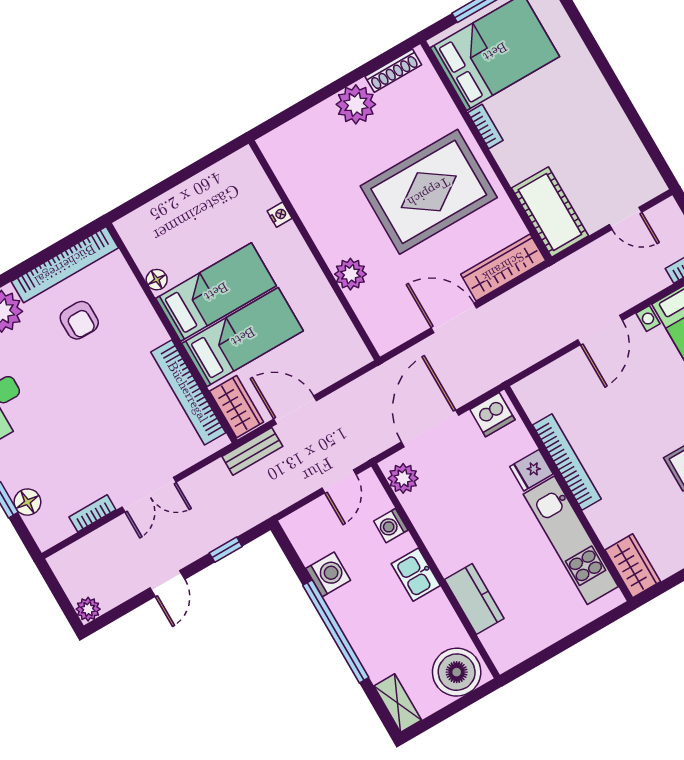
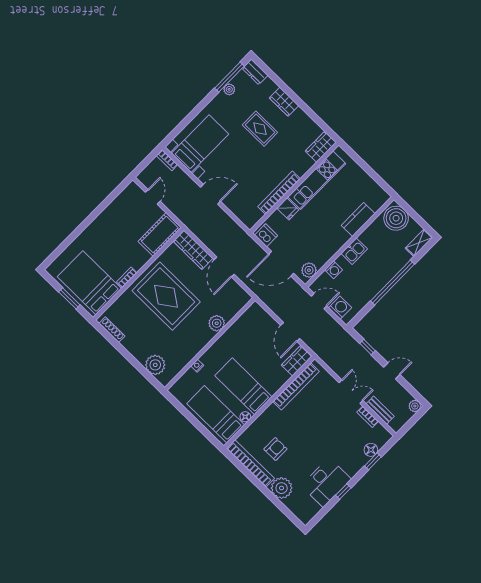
plant: (356, 104) -> (155, 365), moved
bed: (243, 337) -> (216, 414), moved
bench: (252, 451) -> (380, 410), moved
washing machine: (328, 574) -> (340, 308), moved, turned 90

